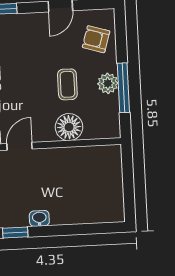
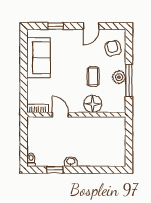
armchair: (96, 39) -> (113, 48), turned 58
door: (19, 146) -> (60, 115), hinge flipped

